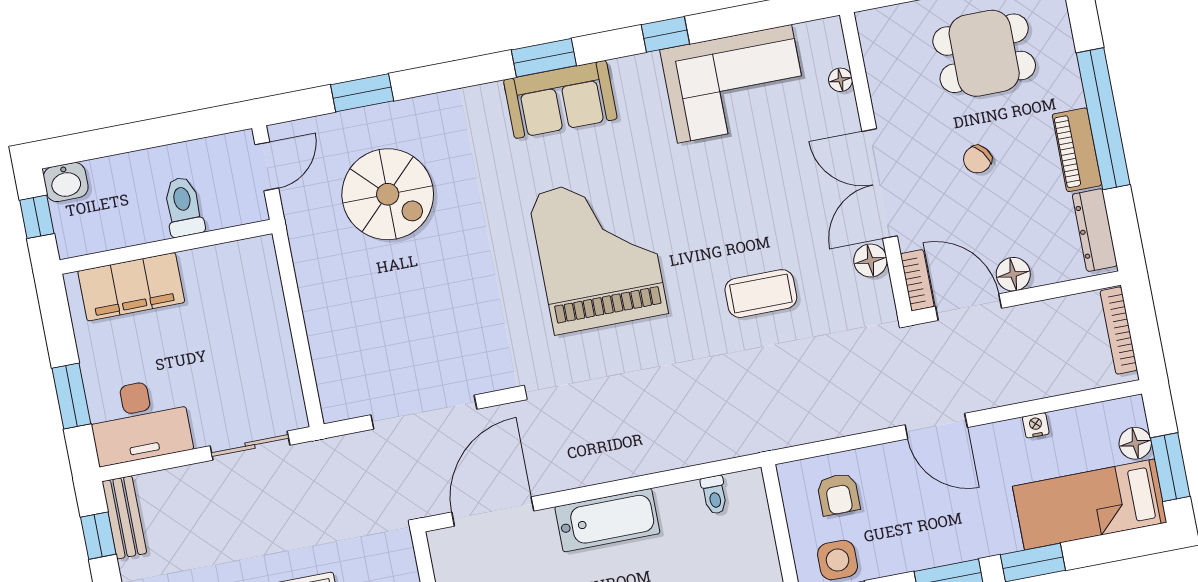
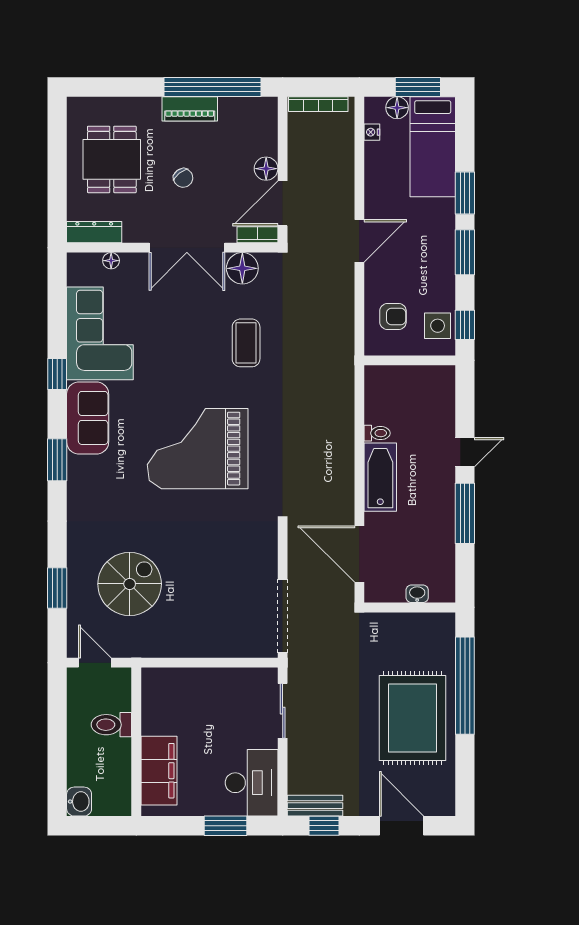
sofa: (560, 99) -> (88, 418), moved
window: (1103, 119) -> (212, 87), moved
window: (37, 217) -> (99, 826), removed
dresser: (1095, 230) -> (94, 232), moved, turned 180
floor lamp: (870, 260) -> (242, 268), width x1.38, depth x1.38
doorway: (424, 412) -> (283, 616), moved
nightstand: (1036, 425) -> (372, 132), moved
toilet: (714, 495) -> (377, 433), moved

